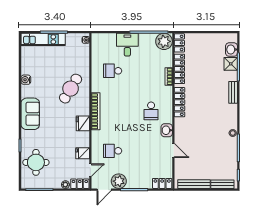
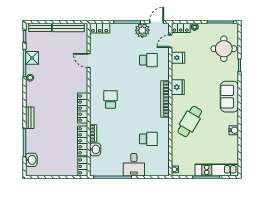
plant: (164, 41) -> (98, 168), removed
shower: (231, 64) -> (32, 58), moved
washbasin: (167, 130) -> (95, 149), moved

